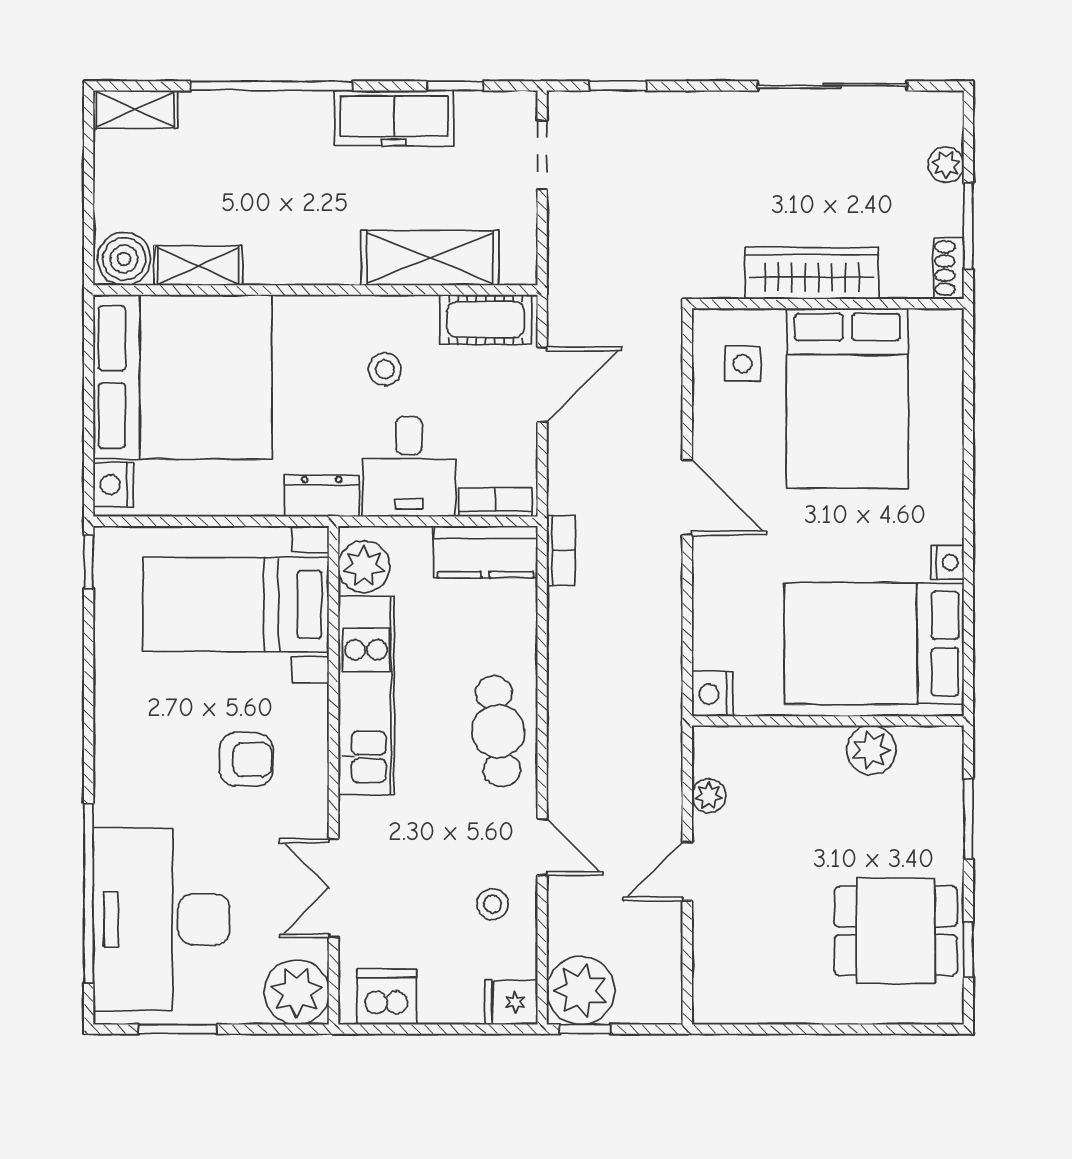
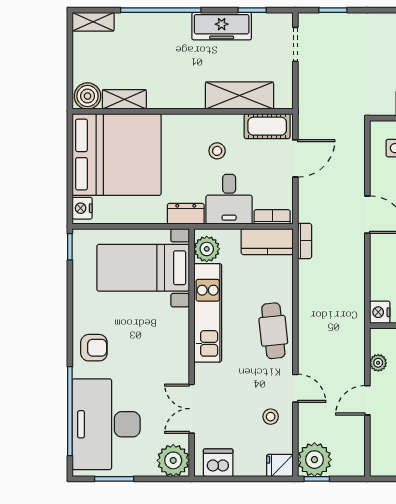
armchair: (246, 760) -> (94, 348), moved

